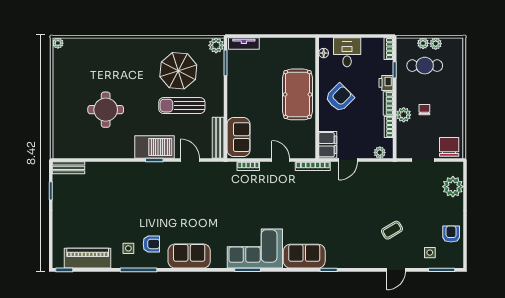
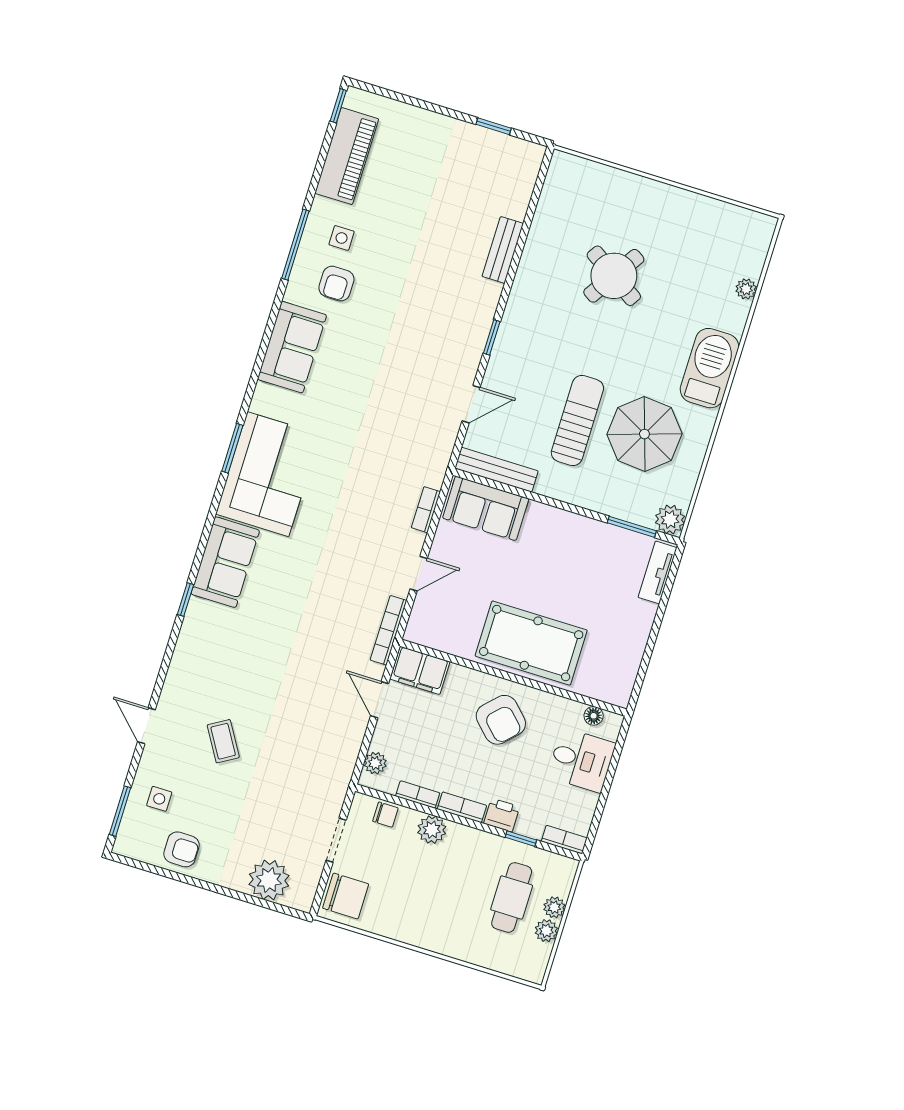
plant: (58, 43) -> (746, 289), moved
round table: (106, 110) -> (614, 276), turned 33
chair: (424, 110) -> (385, 815), moved
barbecue: (154, 147) -> (709, 368), moved, turned 180
bench: (69, 168) -> (503, 250), moved

